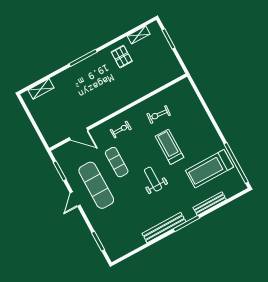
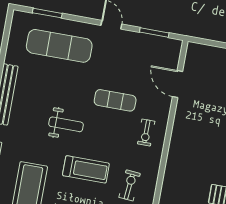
door: (79, 134) -> (178, 84), hinge flipped
exercise mat: (96, 185) -> (59, 46), moved

